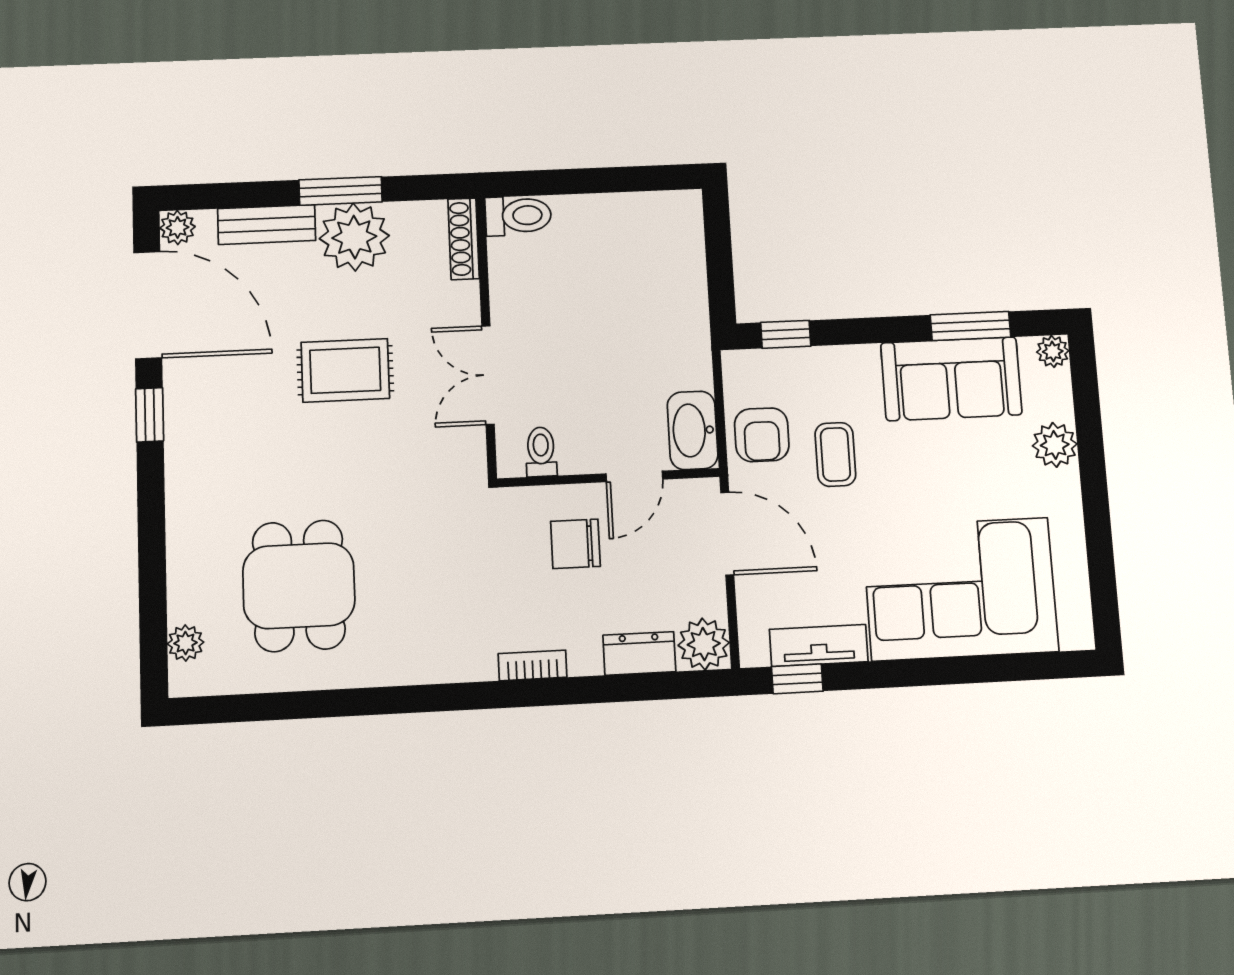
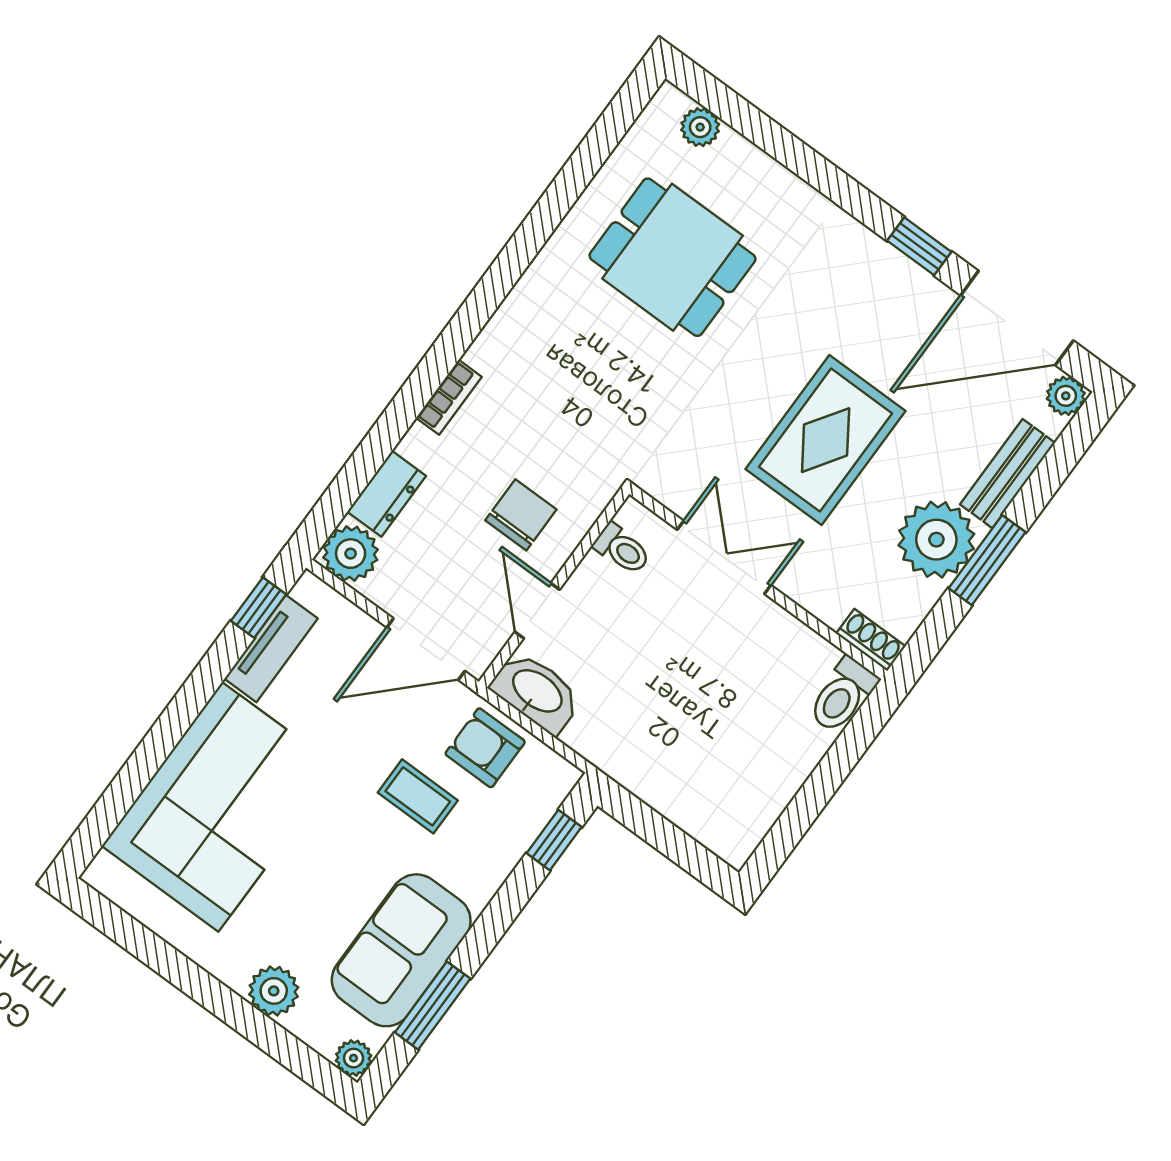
shoe rack: (464, 239) -> (871, 640), width x0.70
rug: (345, 370) -> (826, 440), width x1.36, depth x1.43

